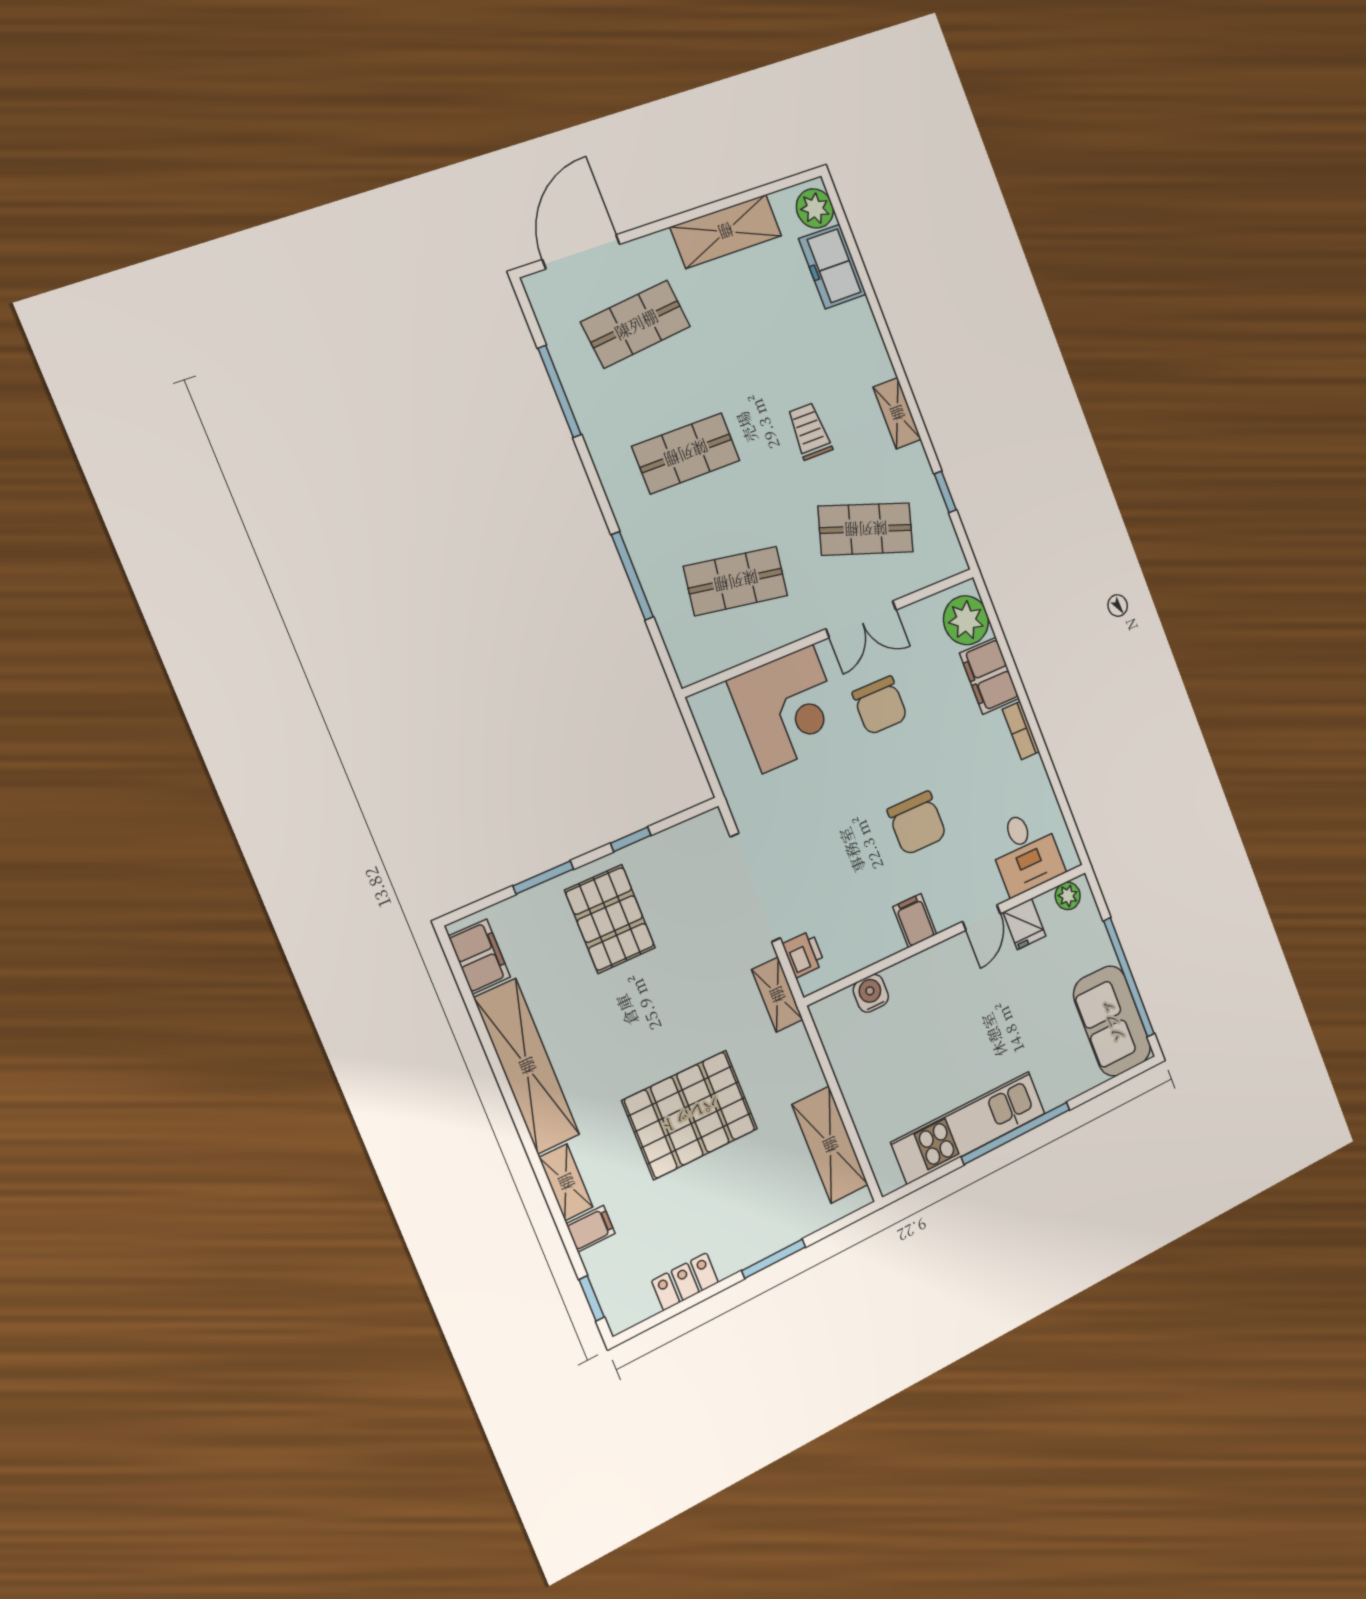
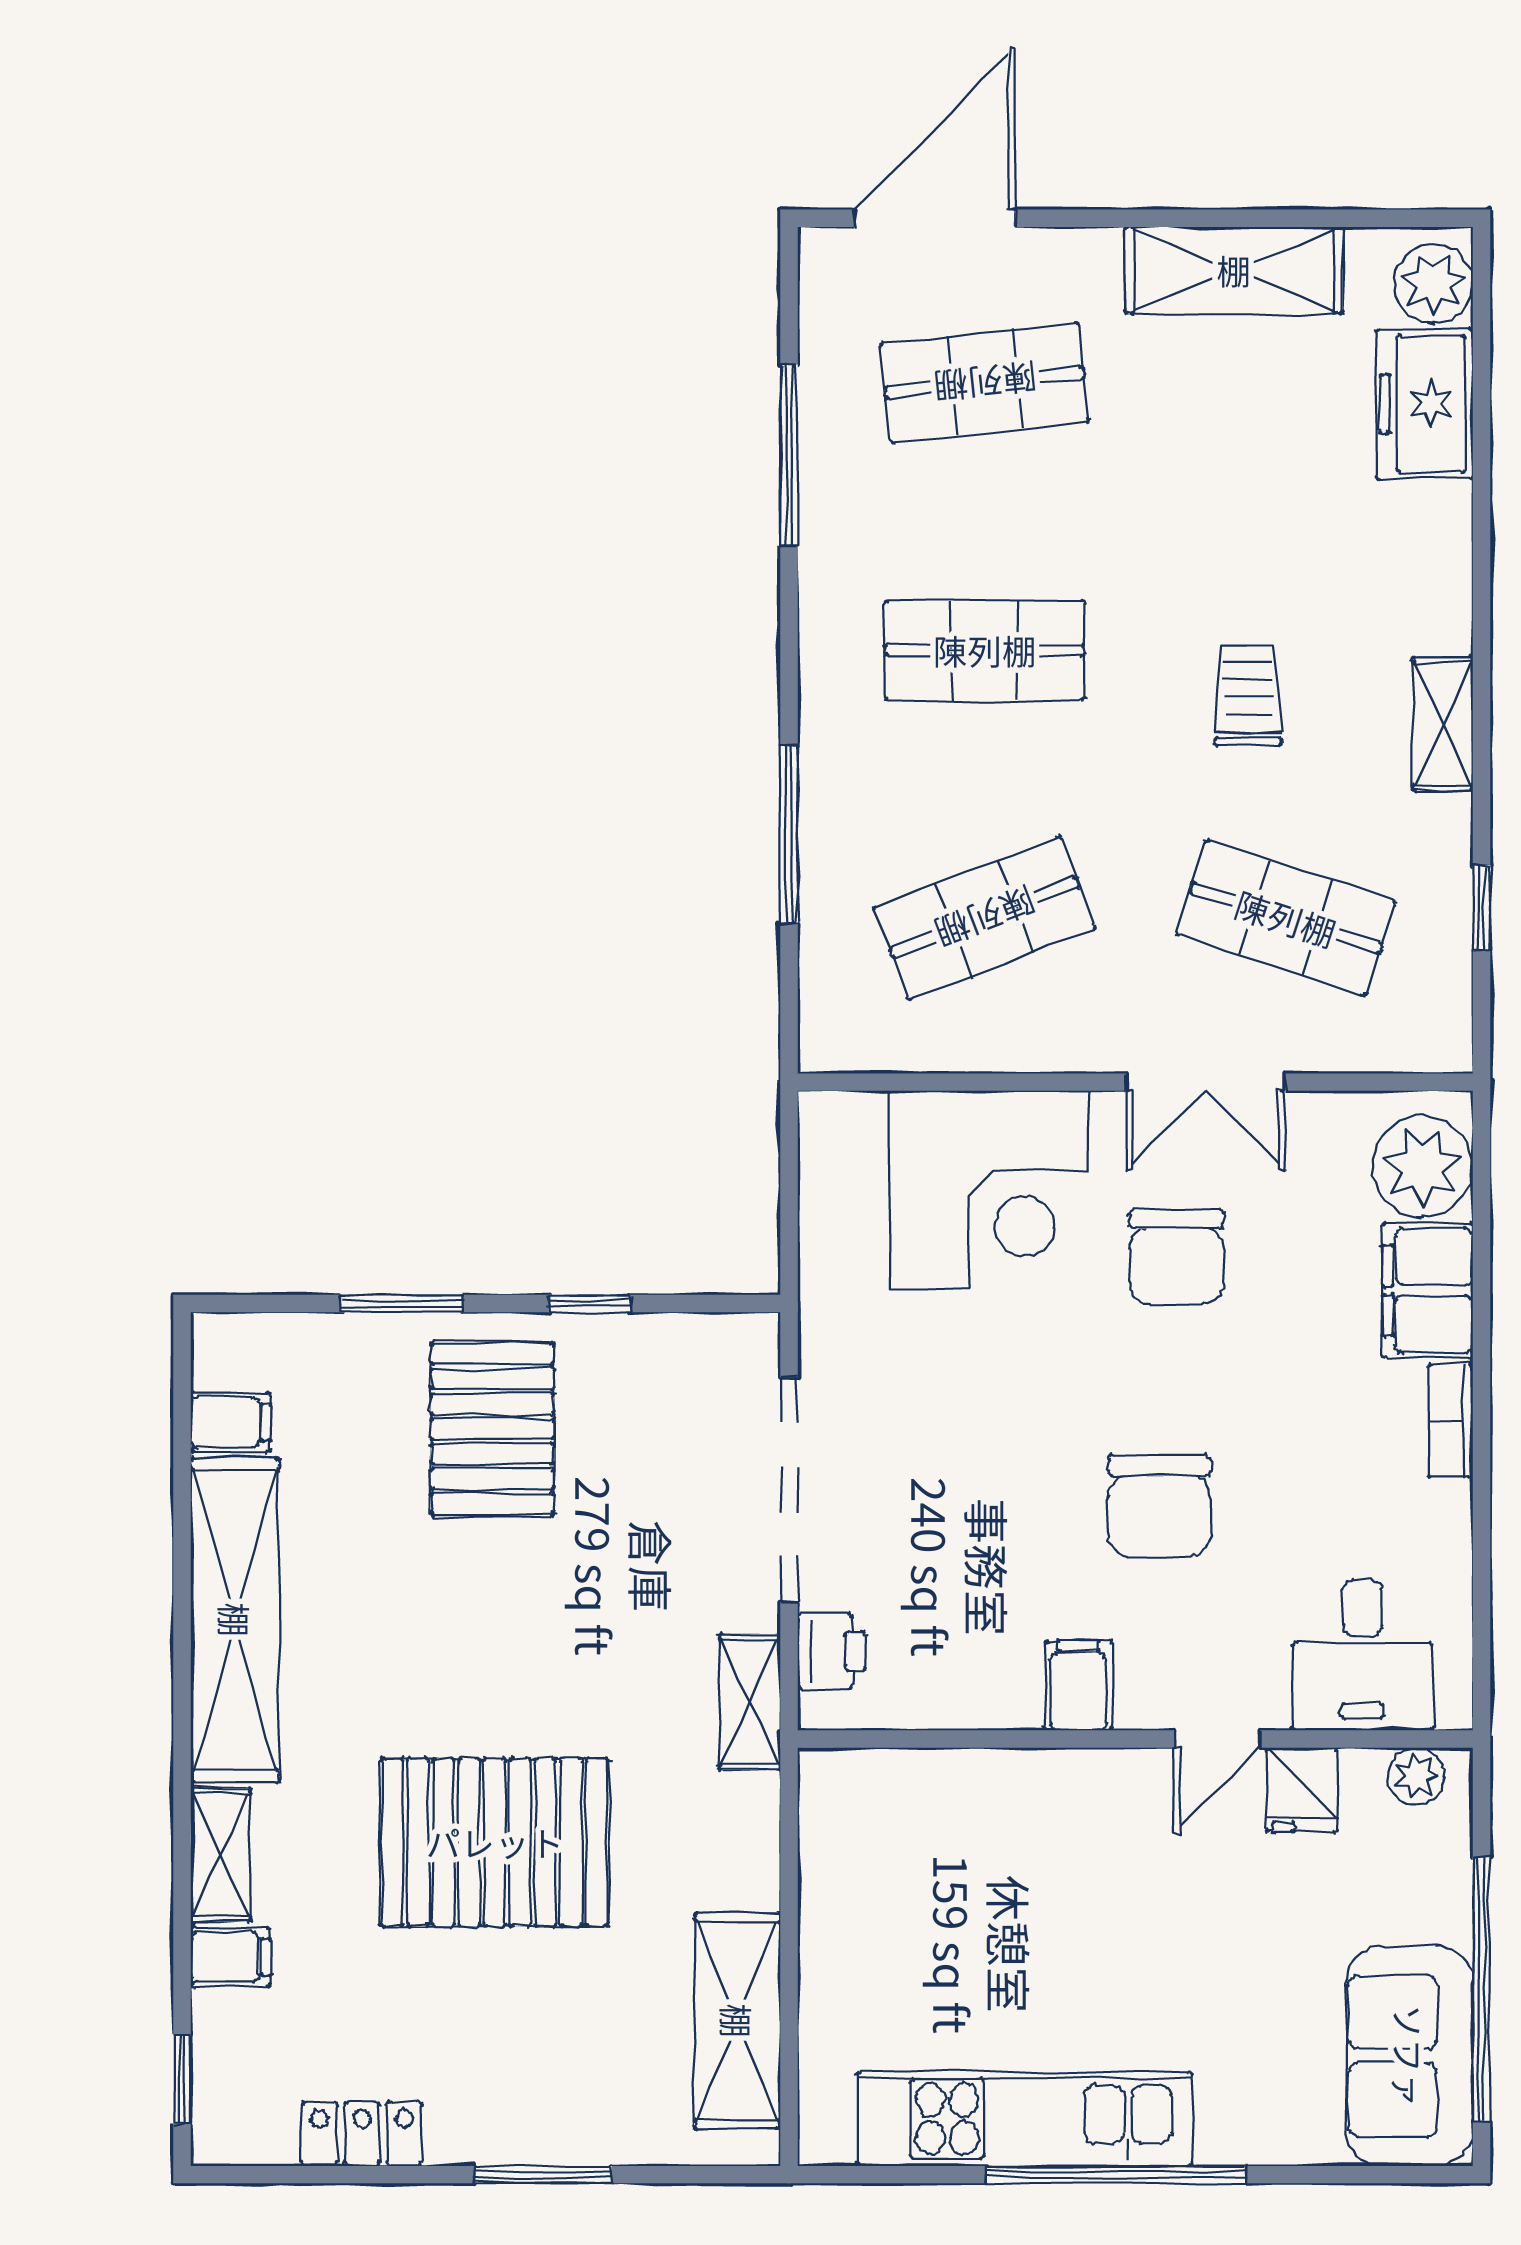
shop shelf: (736, 581) -> (985, 918), turned -30
filing cabinet: (479, 957) -> (231, 1422), width x0.50
water cooler: (871, 993) -> (934, 1781), removed

